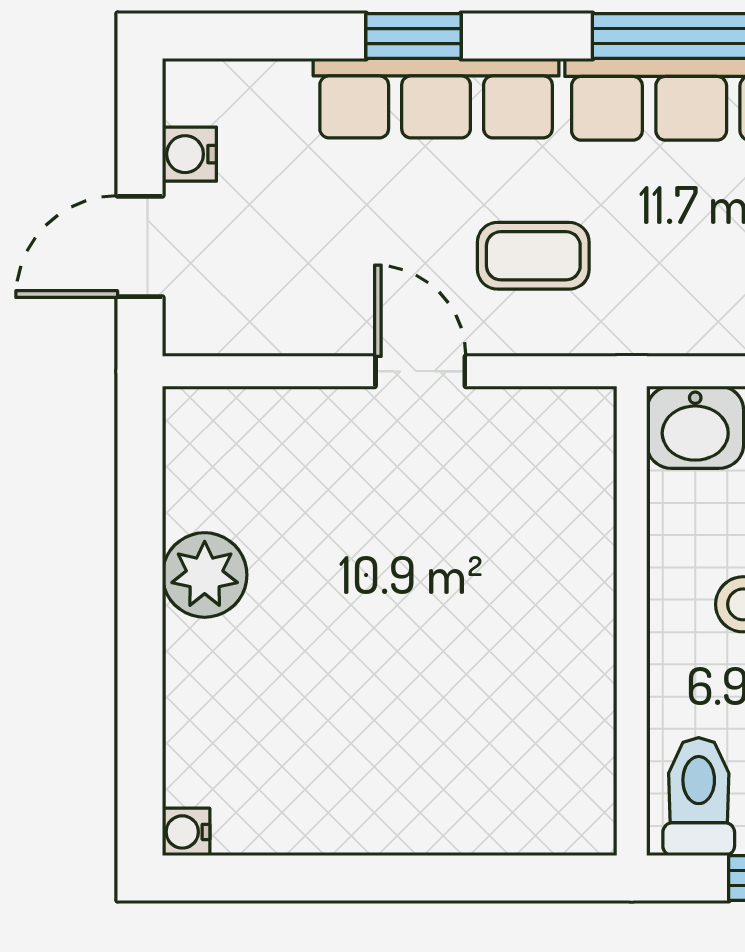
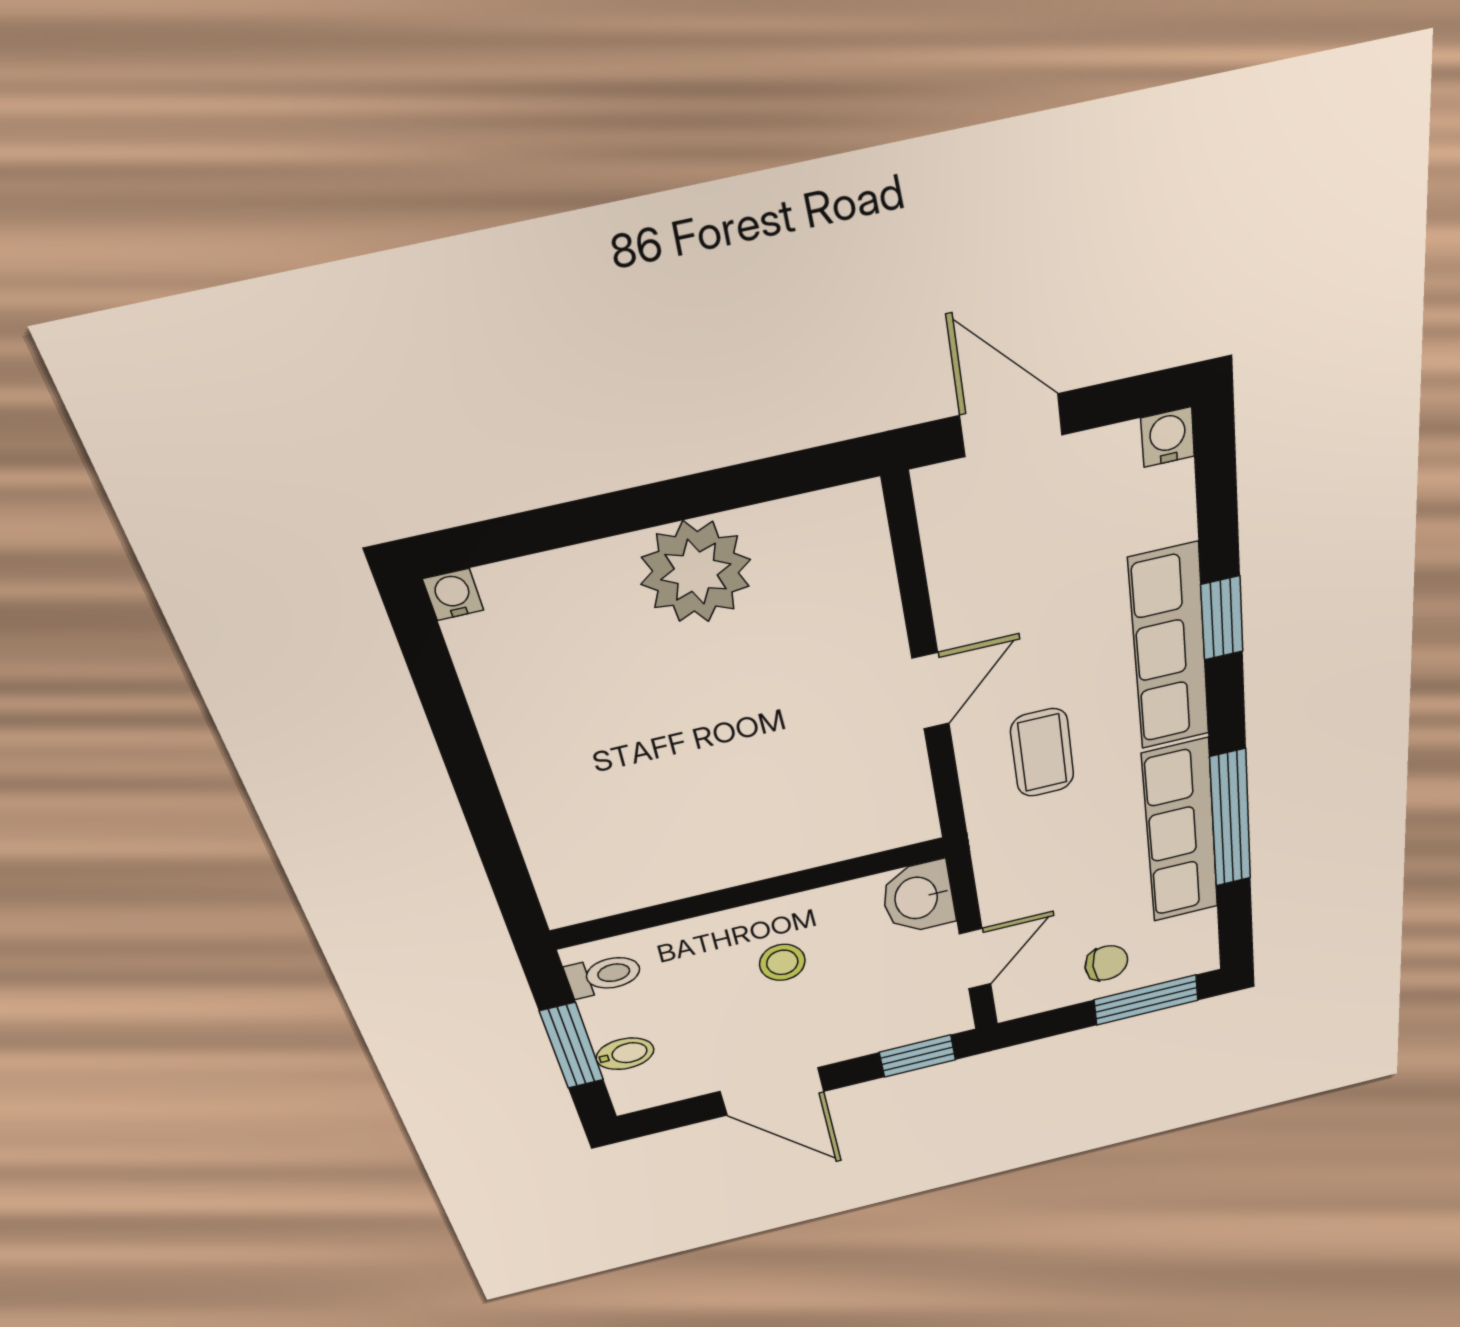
water cooler: (189, 154) -> (1168, 437), moved
plant: (205, 575) -> (696, 572), width x1.36, depth x1.36
toilet: (699, 797) -> (604, 975), width x0.73, depth x0.72

